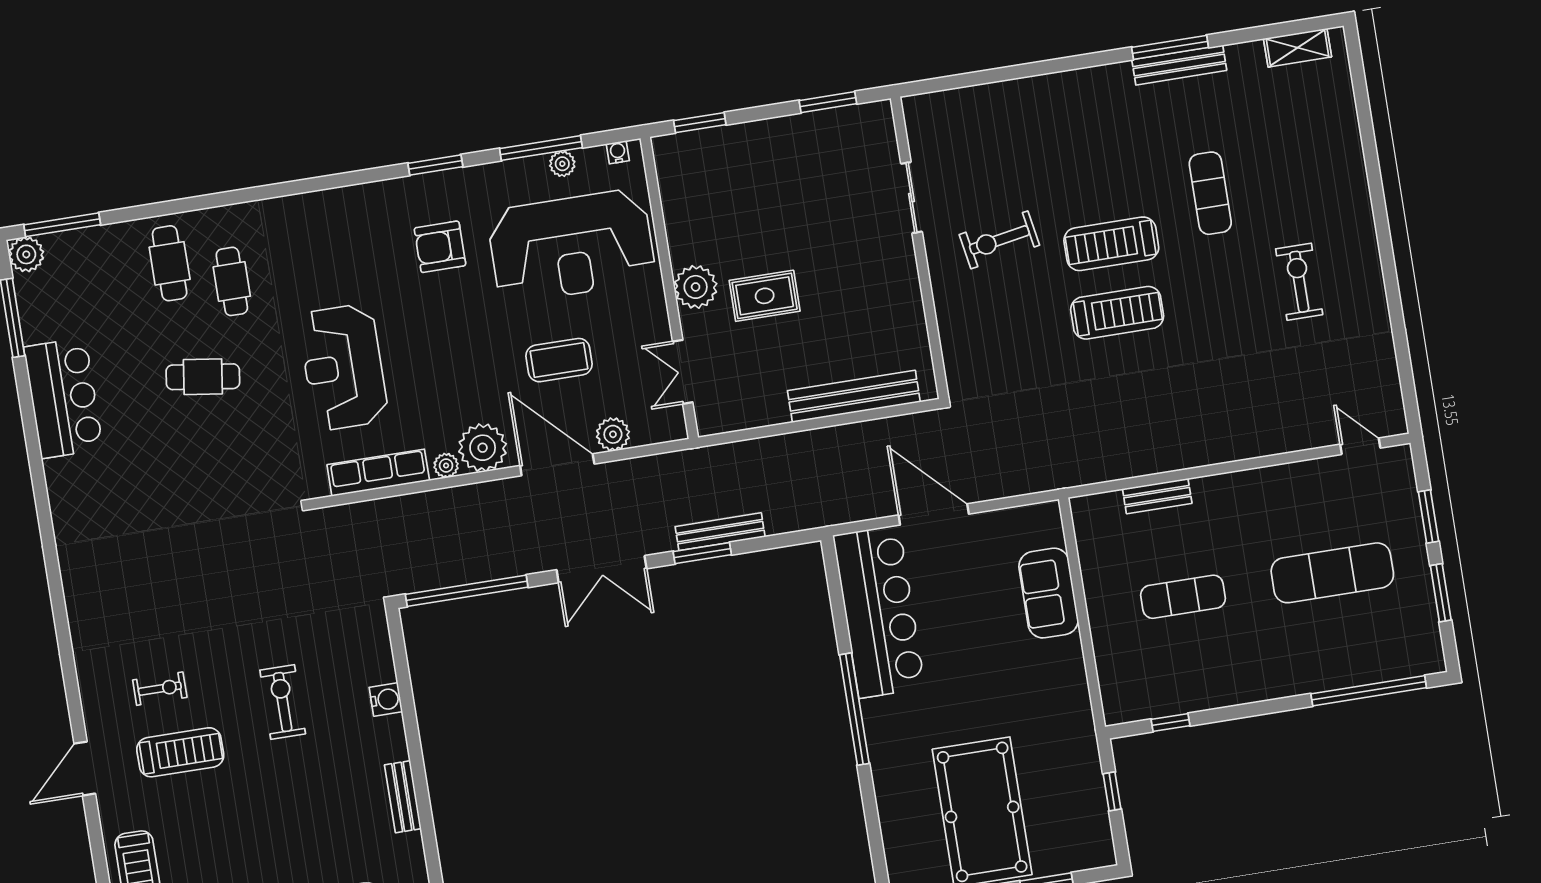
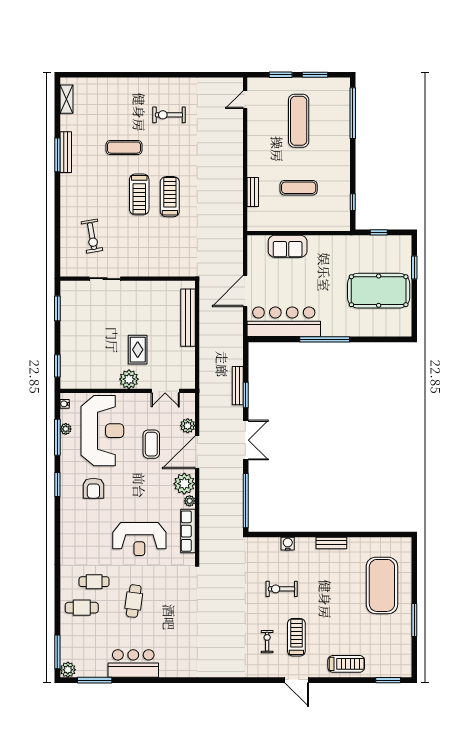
exercise bike: (999, 240) -> (92, 236), moved
exercise mat: (1183, 597) -> (299, 188), turned 90

